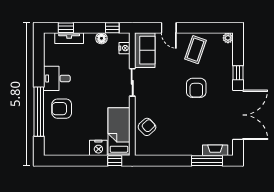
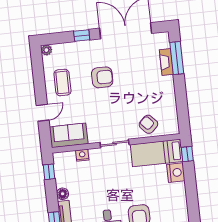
floor lamp: (101, 38) -> (63, 194), moved
nightstand: (125, 48) -> (82, 155), moved
coffee table: (196, 50) -> (62, 82), turned 71
sliding door: (132, 82) -> (115, 144), moved
fireplace: (215, 150) -> (166, 62), moved

